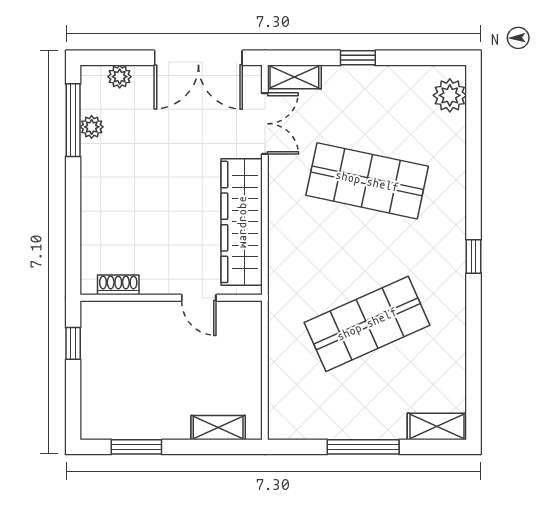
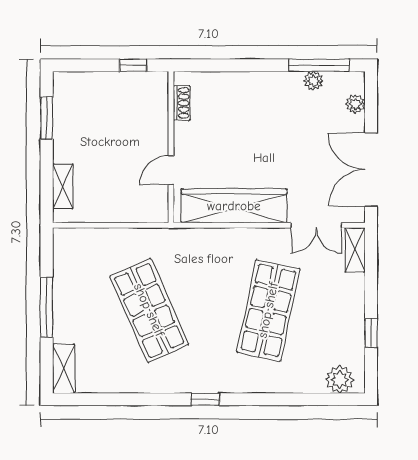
window: (358, 58) -> (371, 333), moved

